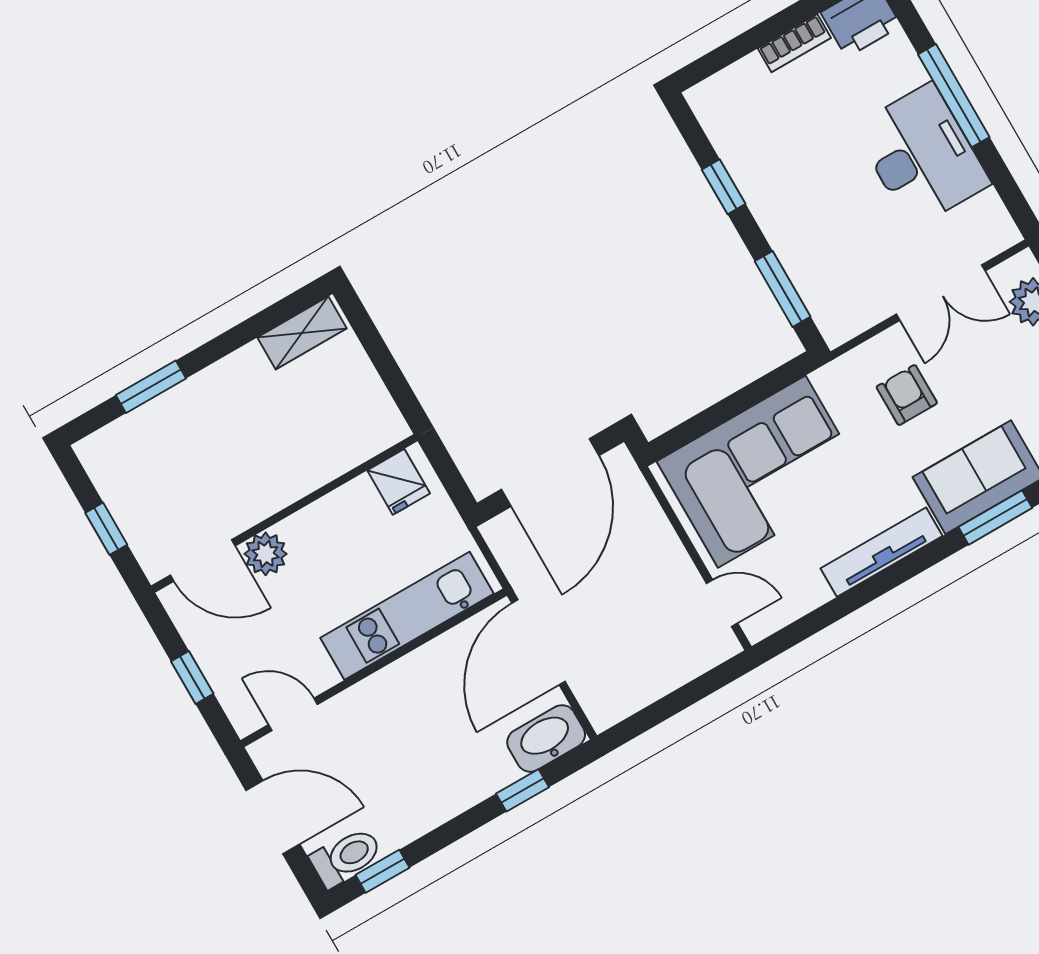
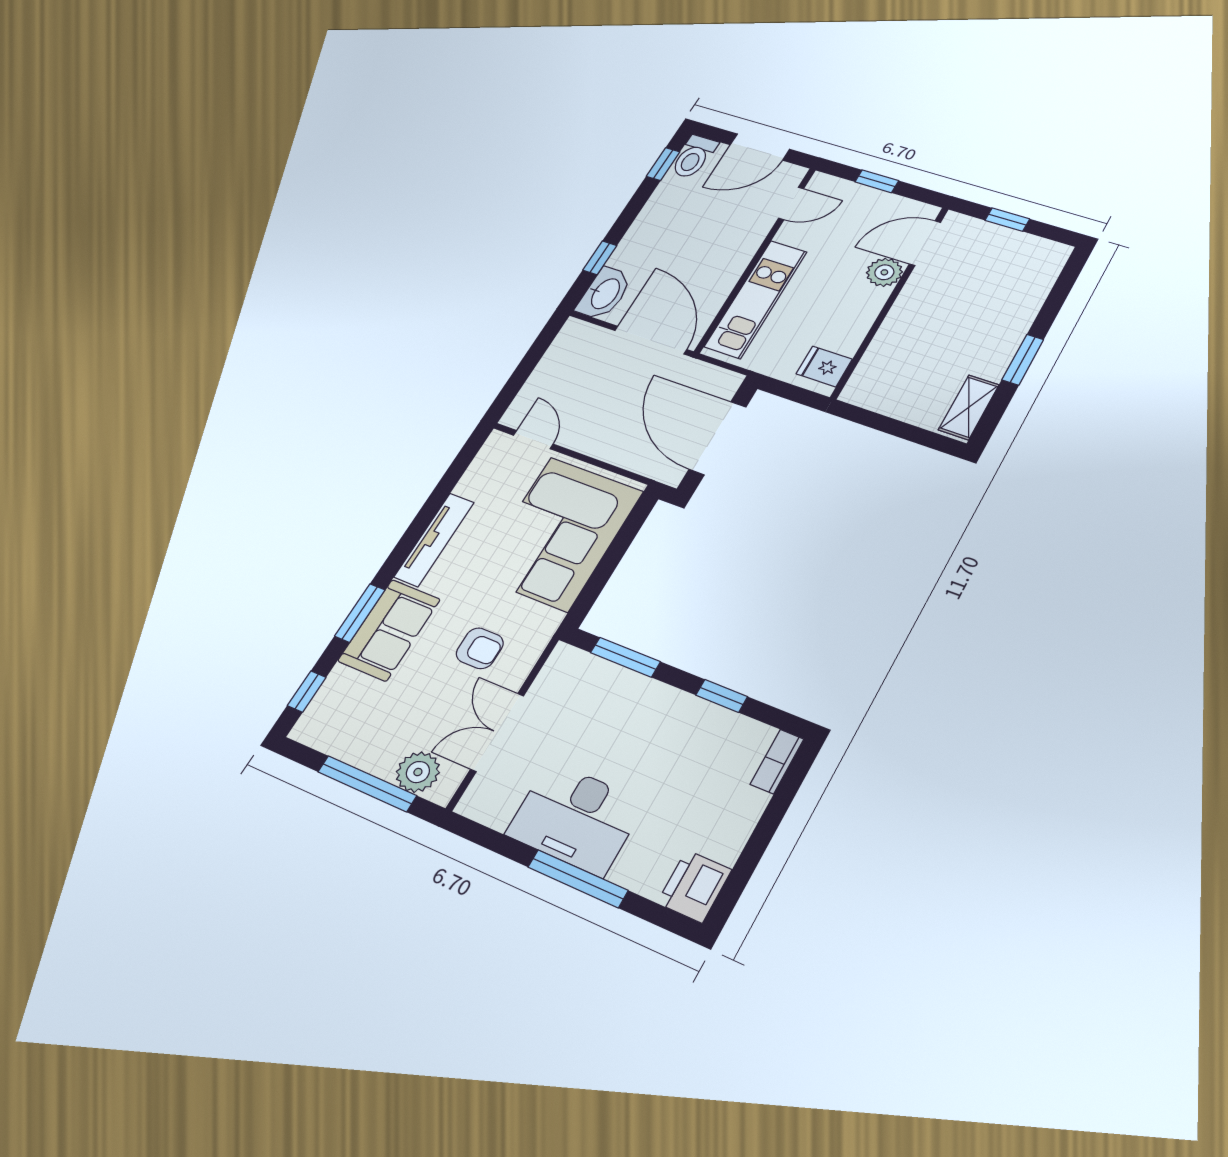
bookcase: (794, 43) -> (777, 762), moved
window: (151, 387) -> (1023, 360), moved
door: (722, 603) -> (533, 440), swing flipped

